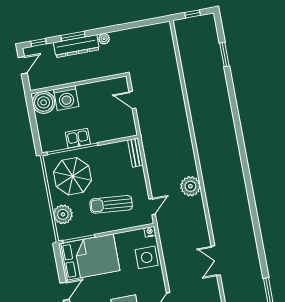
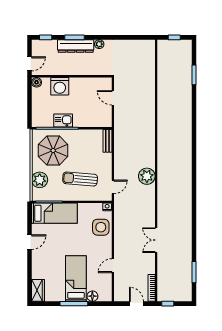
door: (23, 65) -> (29, 64), moved
boiler: (44, 102) -> (37, 82), width x0.54, depth x0.54
bed: (89, 257) -> (54, 213), width x0.67

